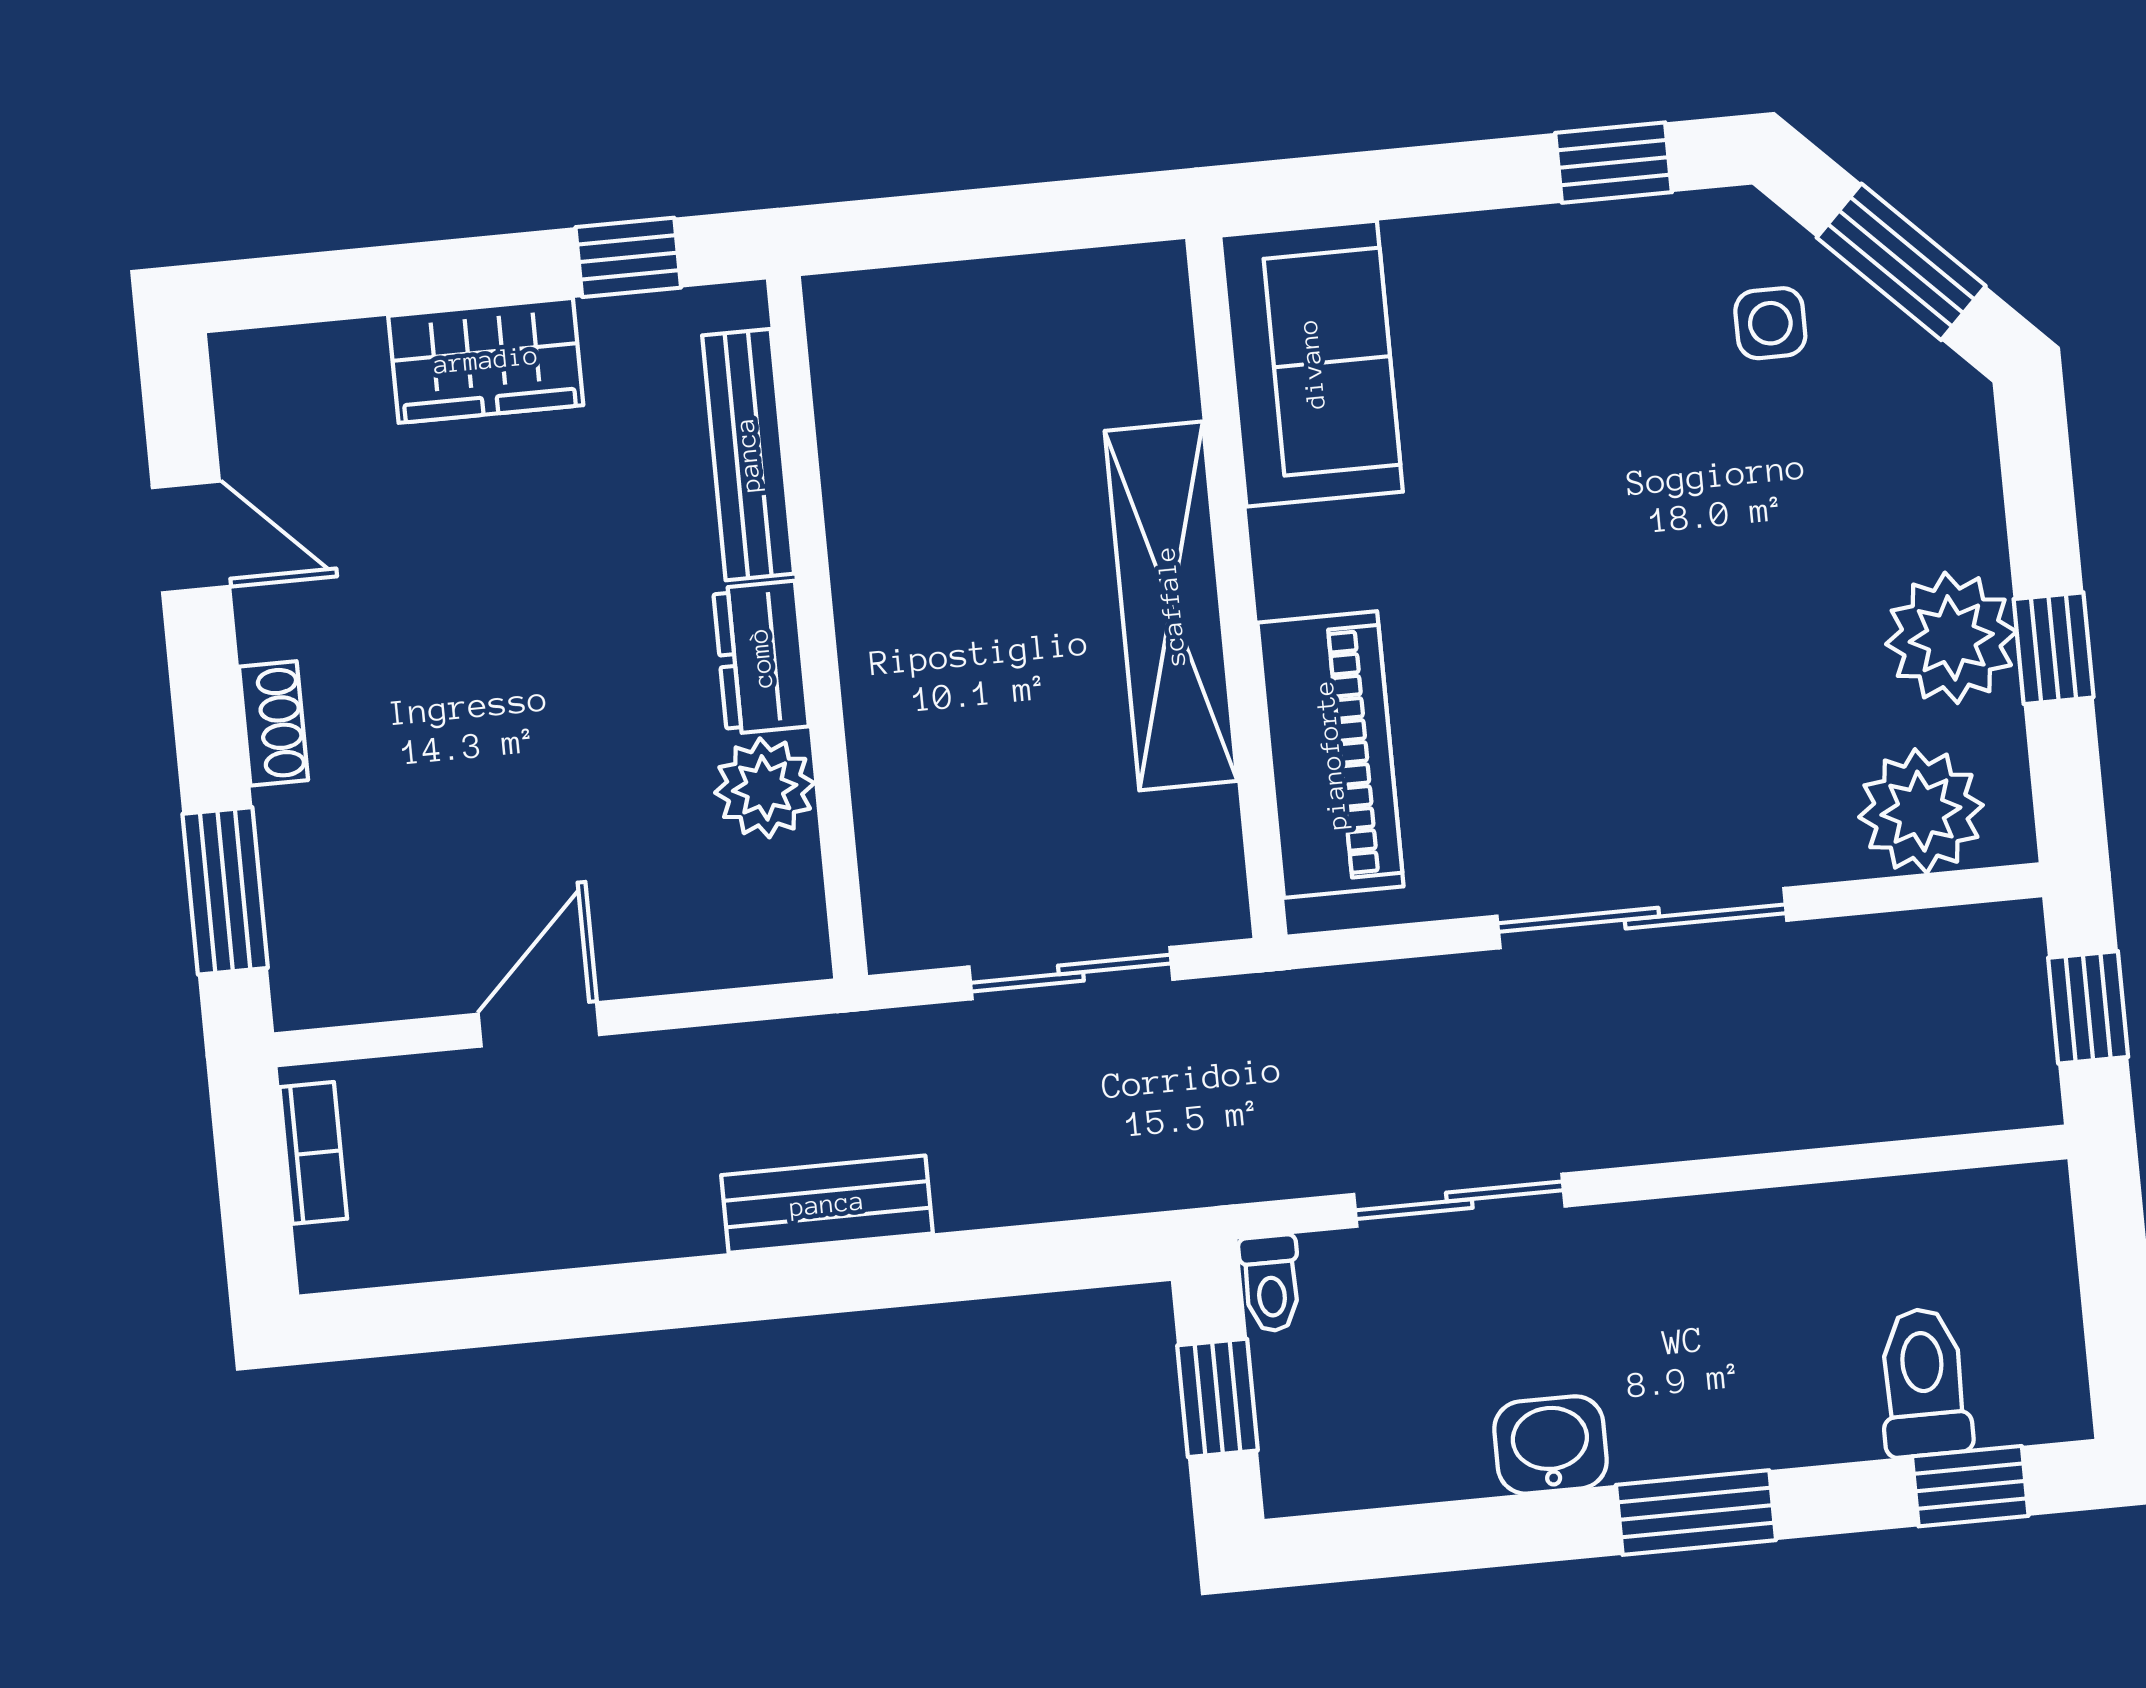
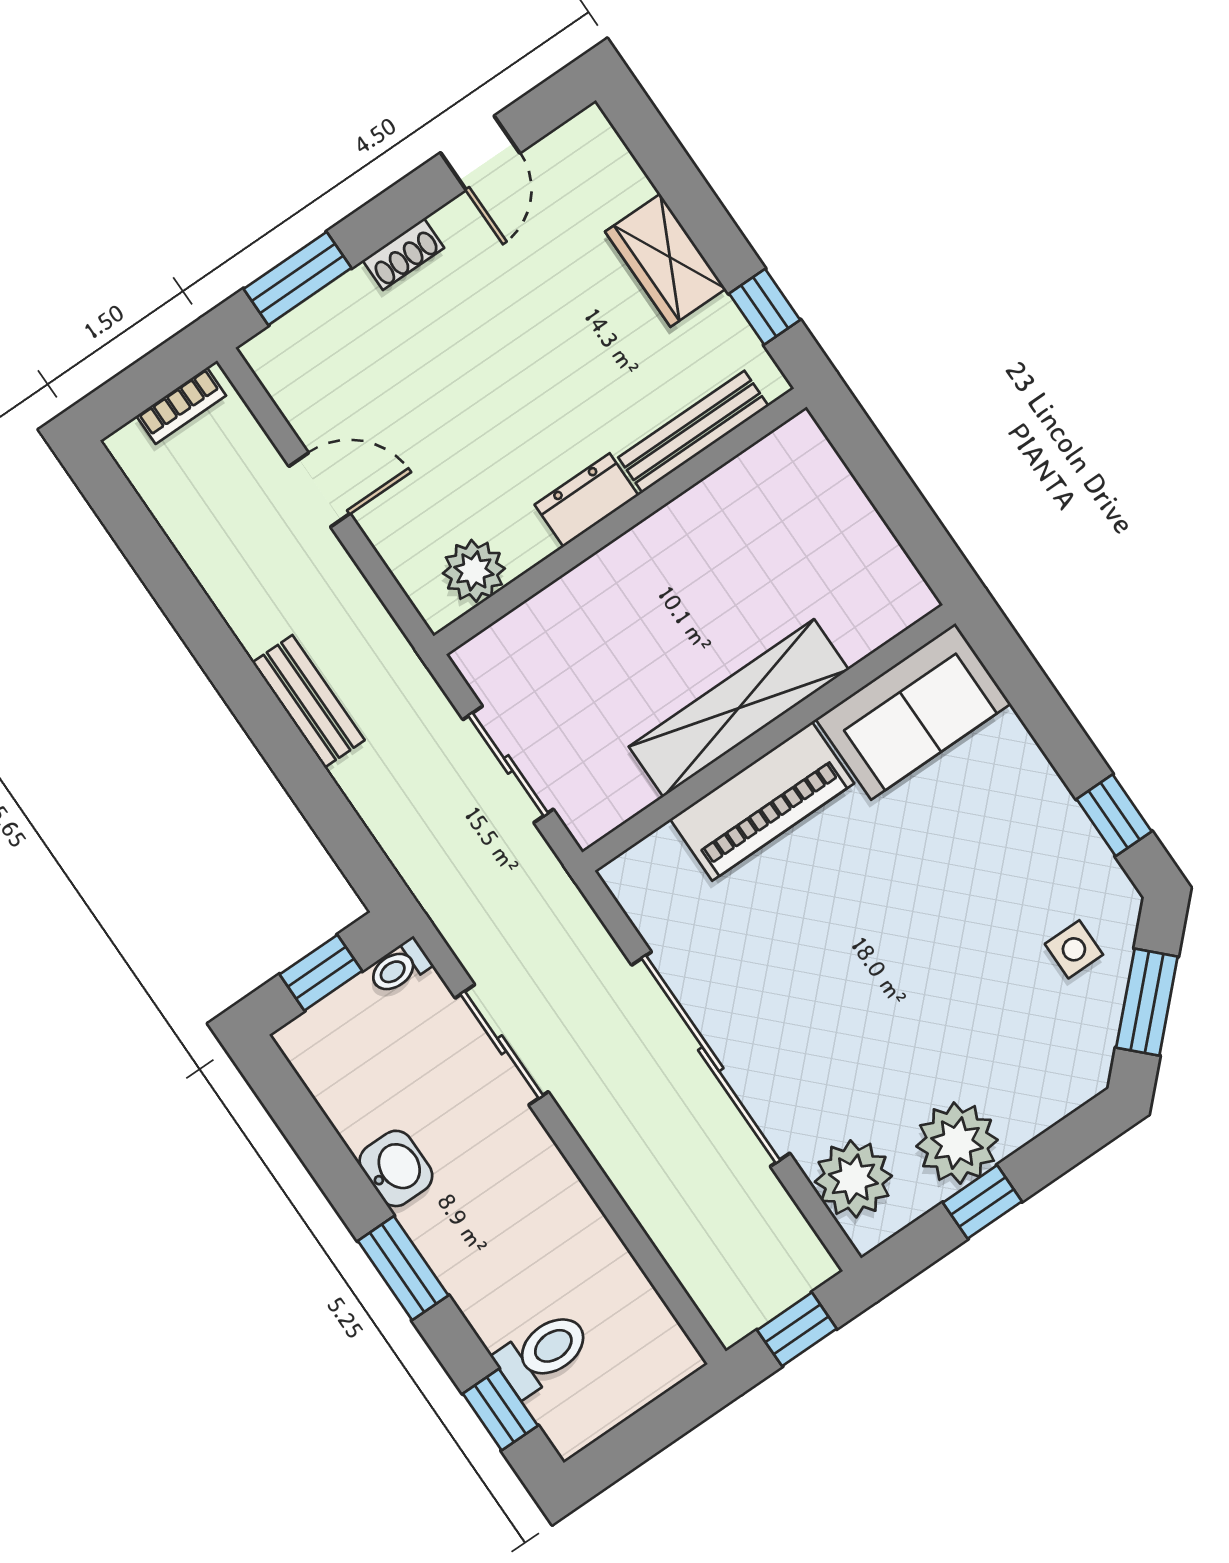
piano: (1331, 755) -> (762, 801), moved
plant: (765, 788) -> (474, 571), moved
sliding door: (1642, 918) -> (711, 1059), width x1.36

